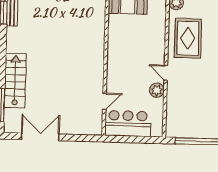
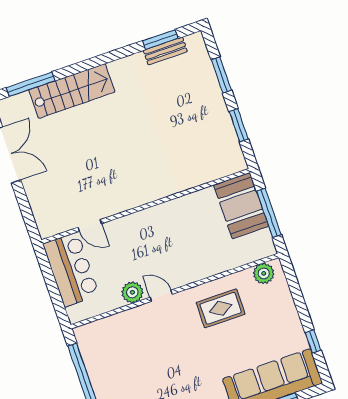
rug: (188, 38) -> (221, 308), width x0.73, depth x0.70
door: (166, 73) -> (161, 296), hinge flipped

